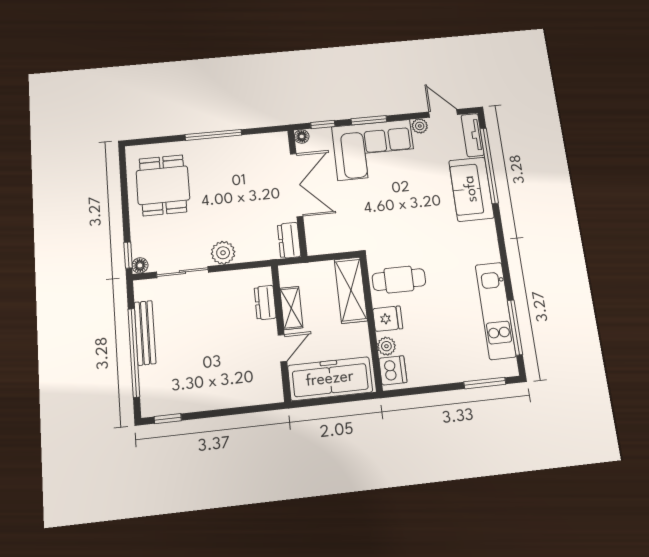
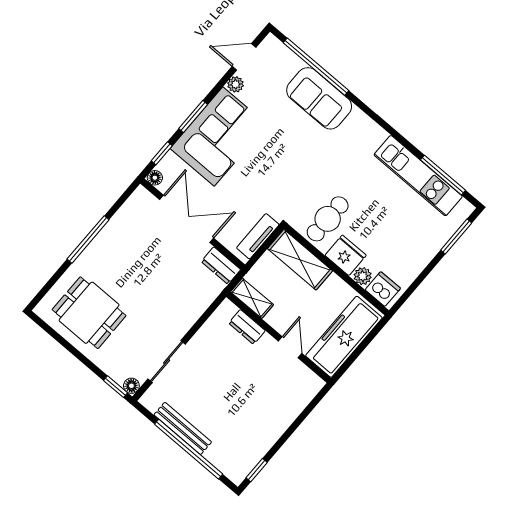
tv unit: (473, 135) -> (258, 236), moved, turned 90
plant: (223, 253) -> (182, 320), removed
shelving: (291, 308) -> (252, 298), moved
fridge: (388, 319) -> (346, 255), width x1.38

